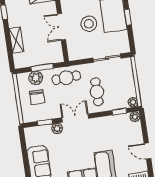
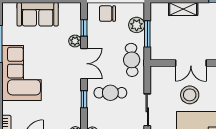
double door: (61, 27) -> (191, 63), swing flipped
chair: (37, 97) -> (107, 14), moved
window: (119, 112) -> (84, 99), moved

